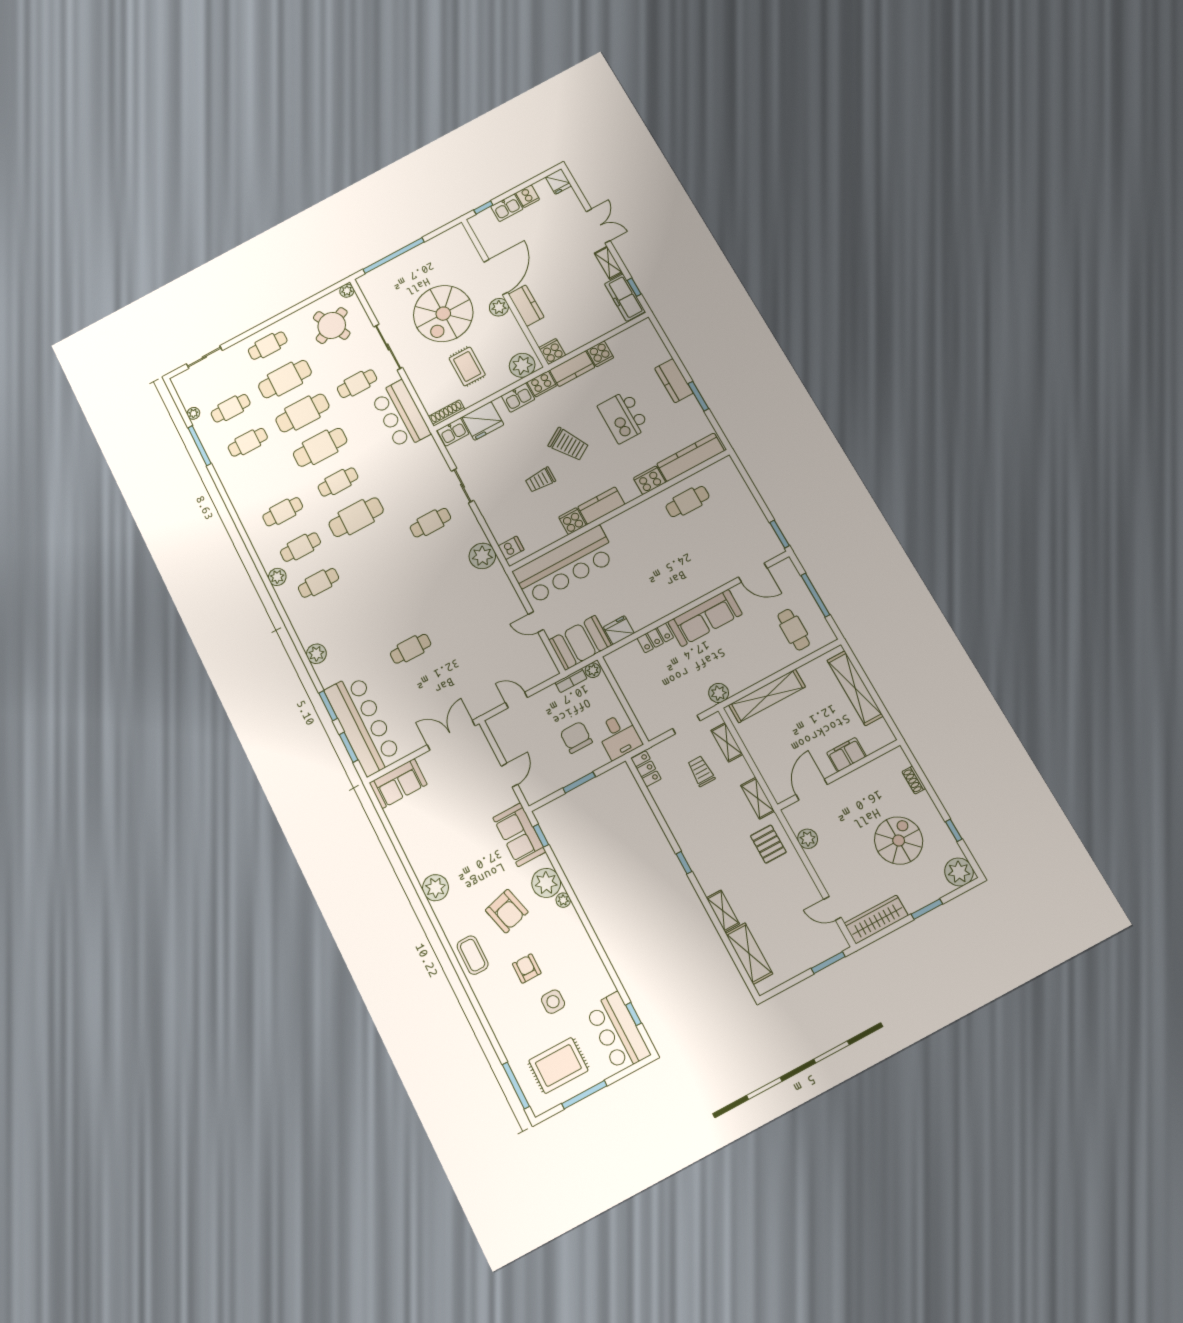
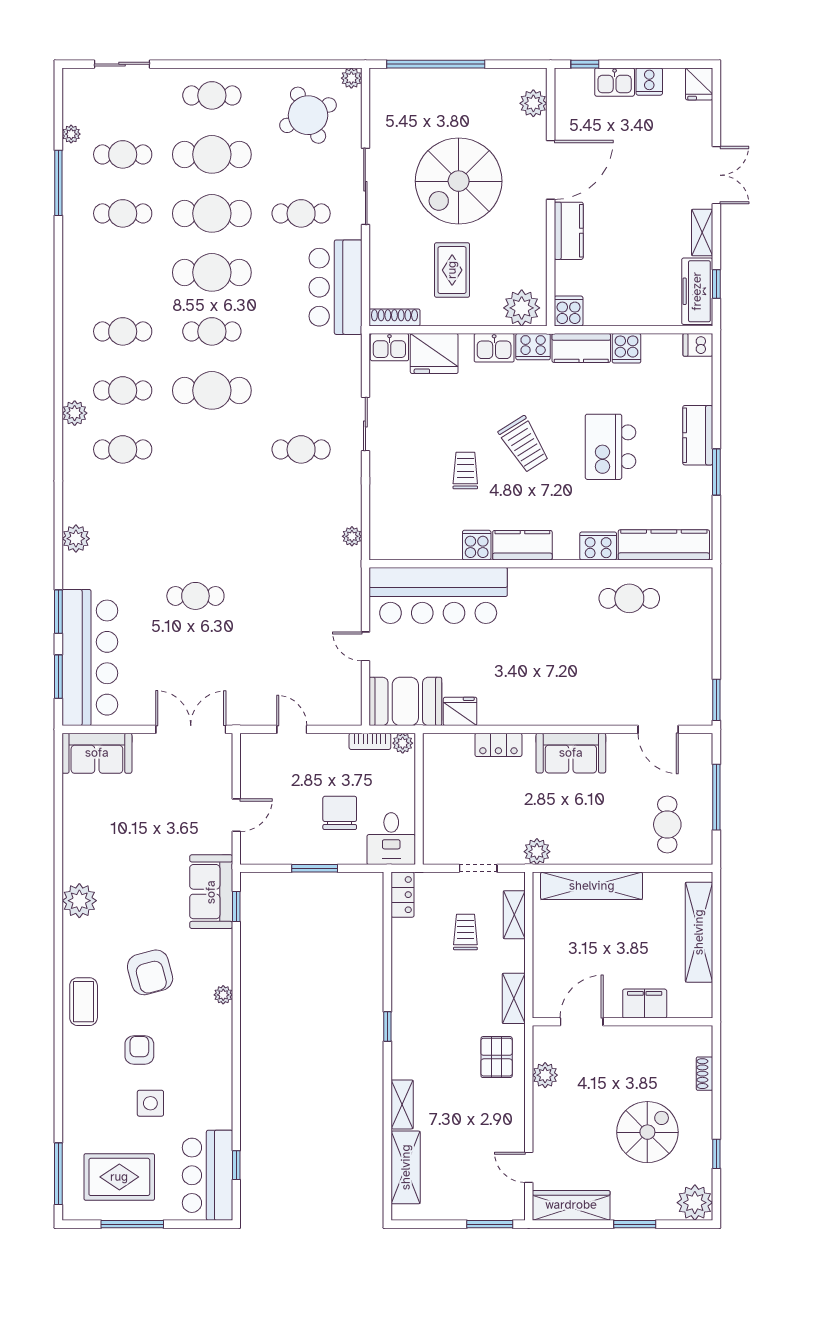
plant: (499, 307) -> (533, 103), moved
trolley: (540, 480) -> (465, 471), turned 90
dishwasher: (511, 548) -> (698, 345), moved, turned 180
plant: (482, 556) -> (352, 536), width x0.53, depth x0.53
sofa: (705, 618) -> (571, 753), width x0.73
plant: (546, 883) -> (214, 964), removed

